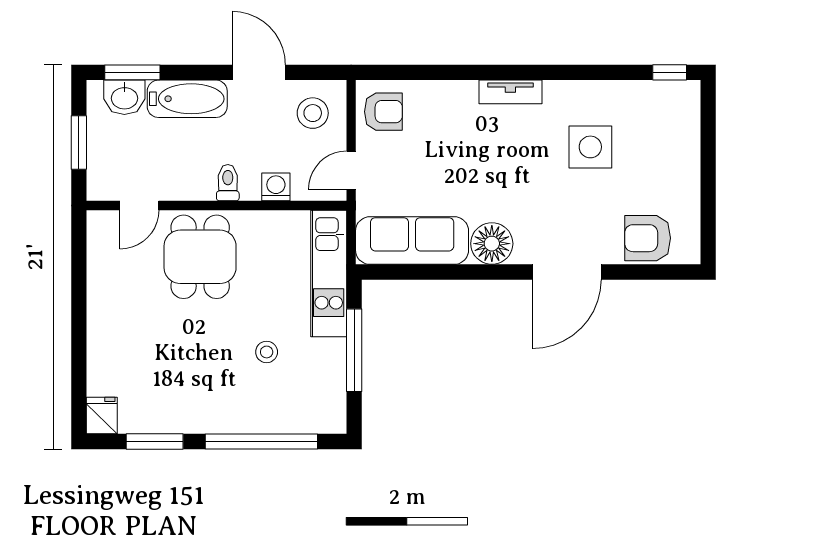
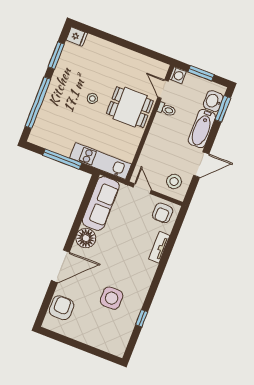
window: (670, 72) -> (142, 318), moved
tv unit: (510, 92) -> (159, 247), moved
toilet: (228, 183) -> (167, 110), moved
washing machine: (276, 187) -> (178, 75), moved
door: (567, 272) -> (60, 266), swing flipped
stool: (267, 352) -> (92, 98), moved

